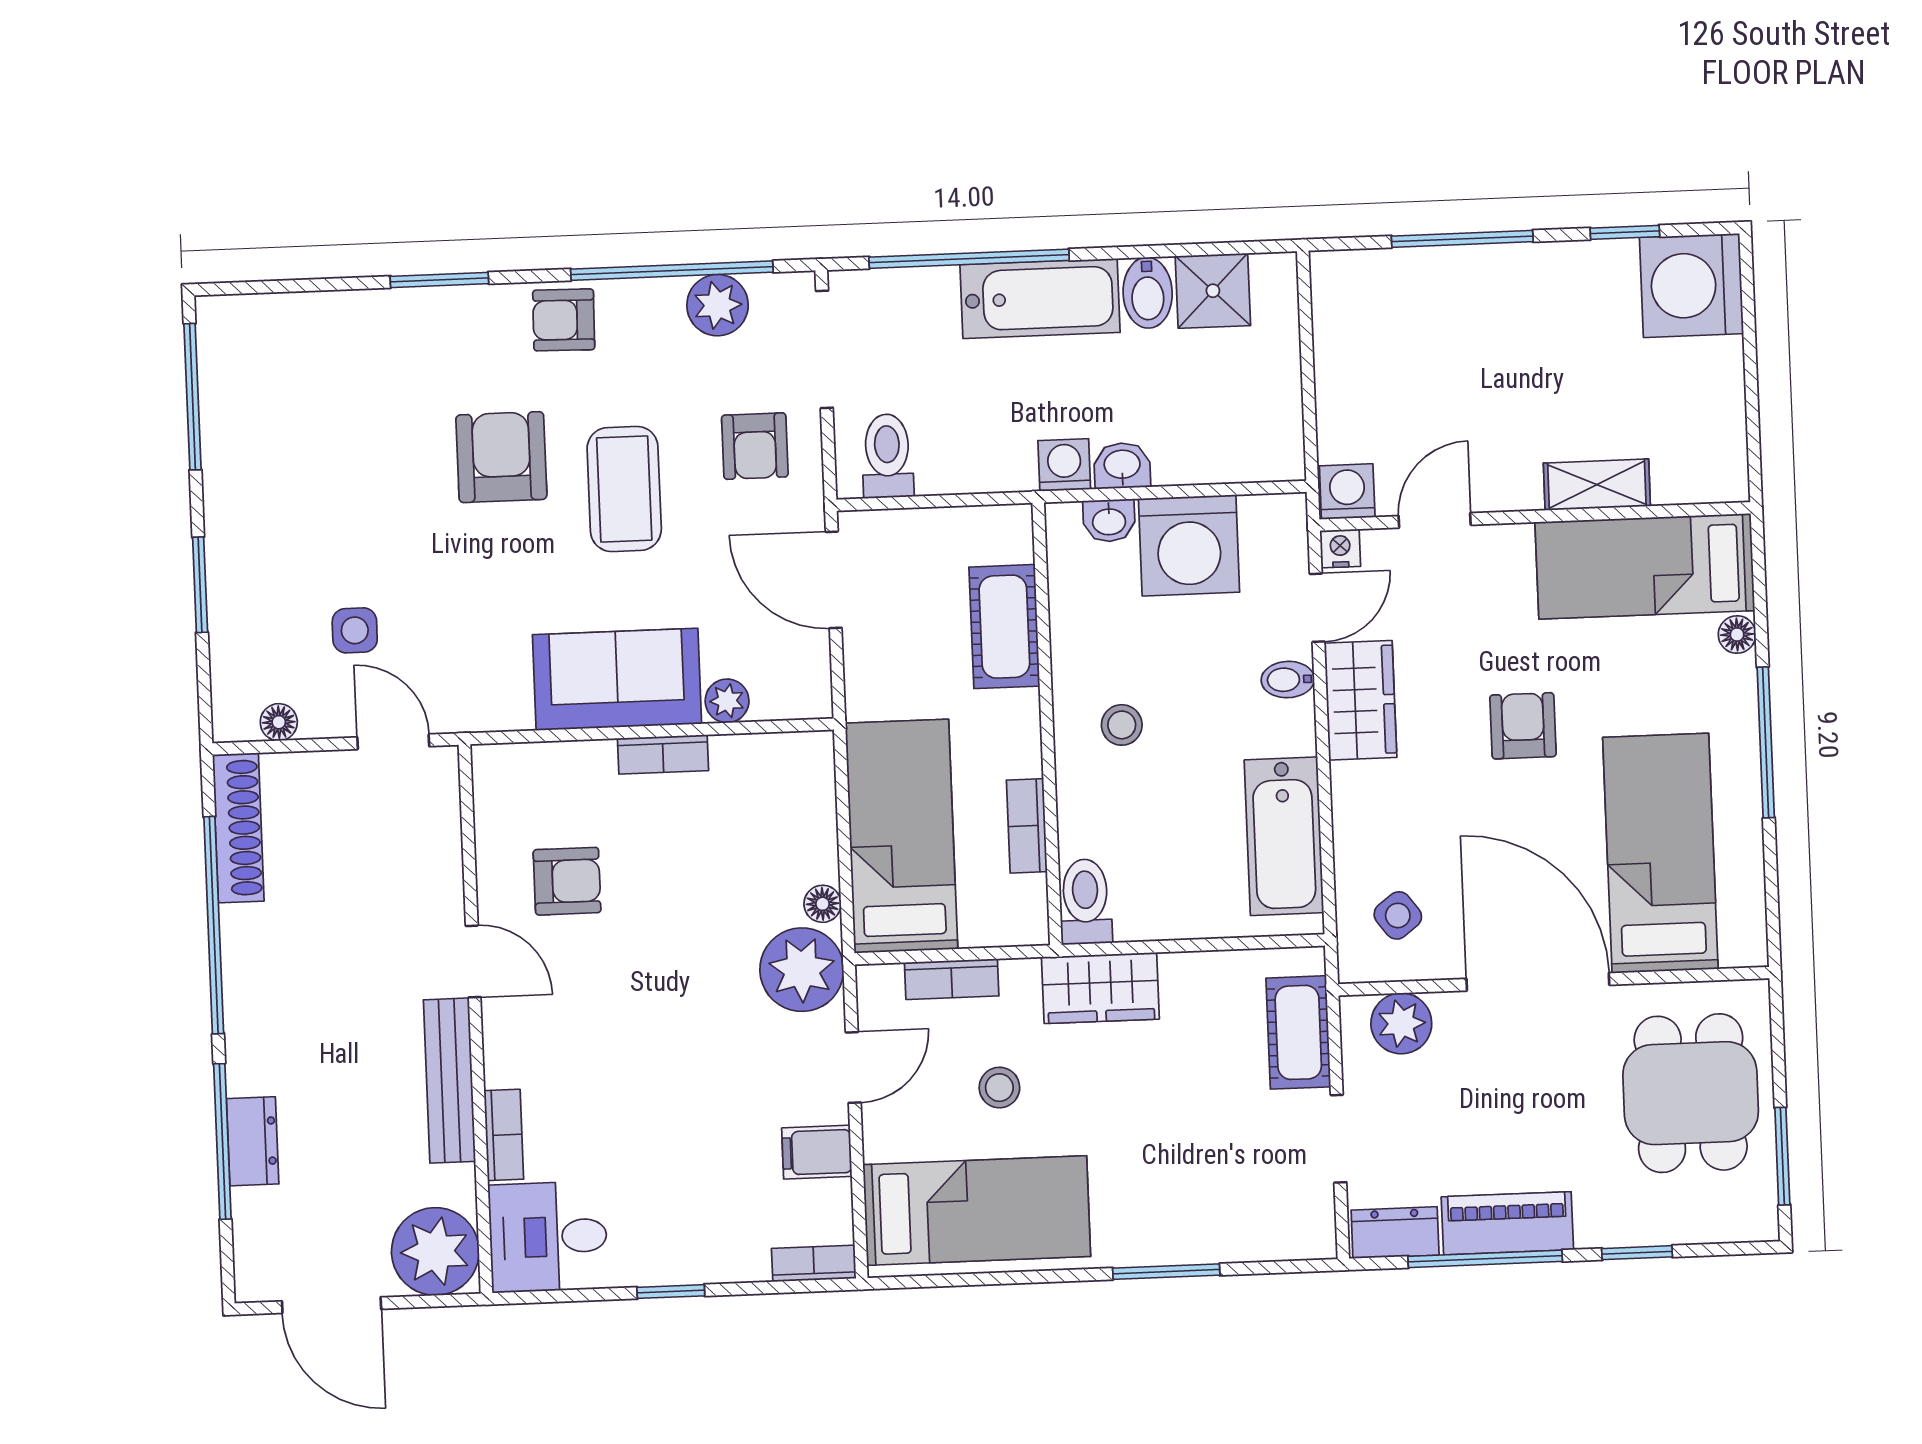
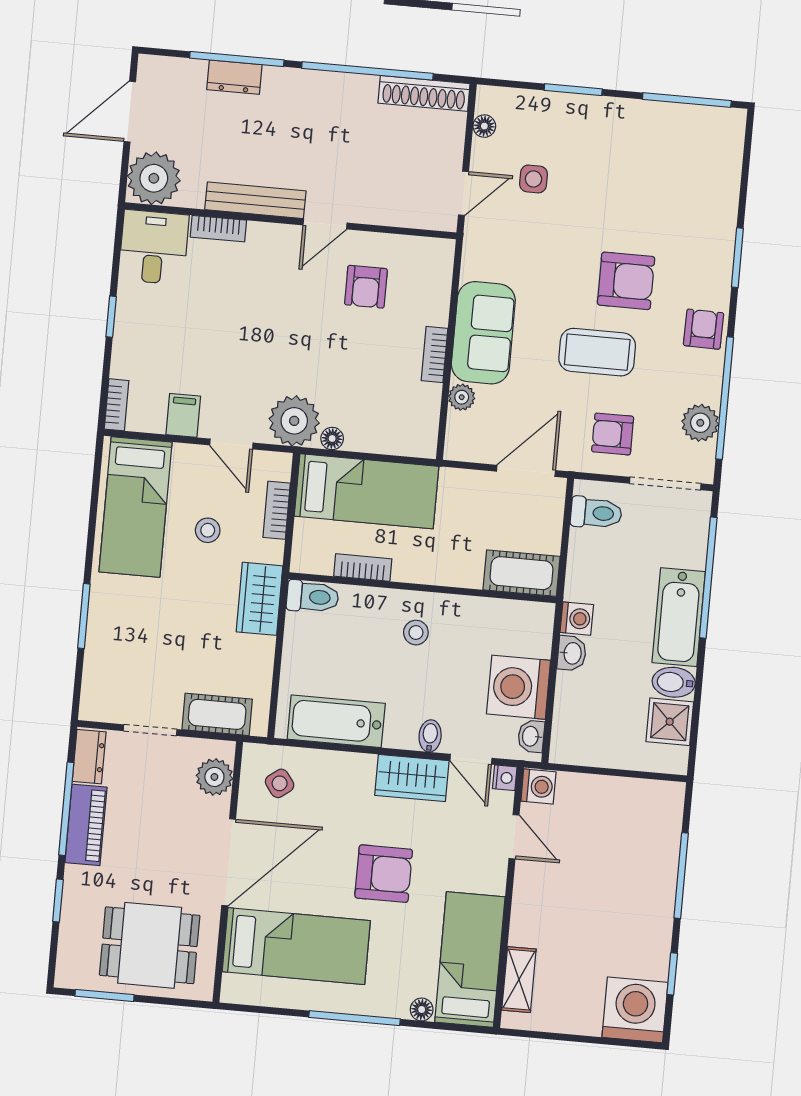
shelving: (1597, 485) -> (519, 980), moved
washbasin: (1109, 521) -> (531, 736), moved
cot: (1004, 627) -> (522, 573), moved
armchair: (1523, 726) -> (384, 874), width x1.38, depth x1.38

